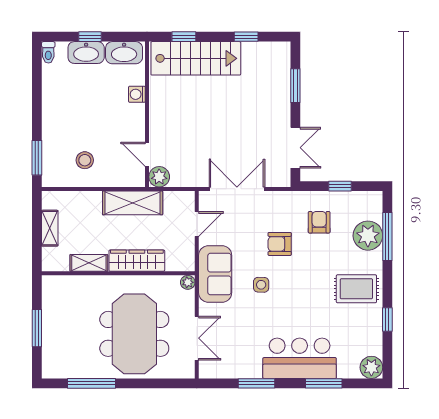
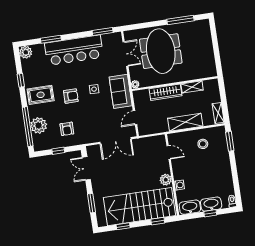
stairs: (196, 58) -> (140, 207), width x1.36, depth x1.51
plant: (159, 177) -> (166, 180), moved
shelving: (133, 203) -> (185, 122), moved
shelving: (50, 228) -> (218, 113), moved
window: (387, 236) -> (28, 127), width x1.46
armchair: (280, 244) -> (71, 96), moved
window: (37, 328) -> (216, 46), removed
double door: (197, 338) -> (125, 54), swing flipped
bar counter: (300, 358) -> (74, 50), width x1.36
window: (257, 383) -> (103, 32), moved

